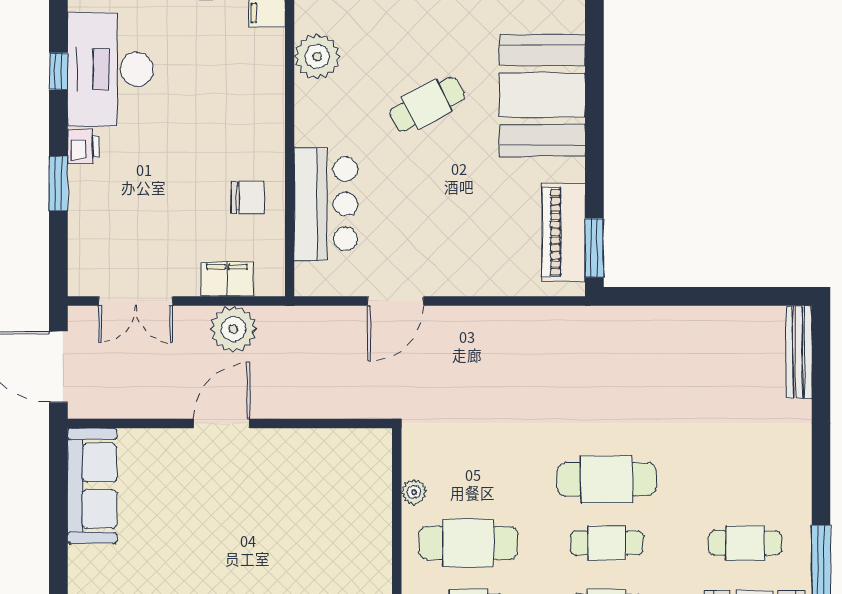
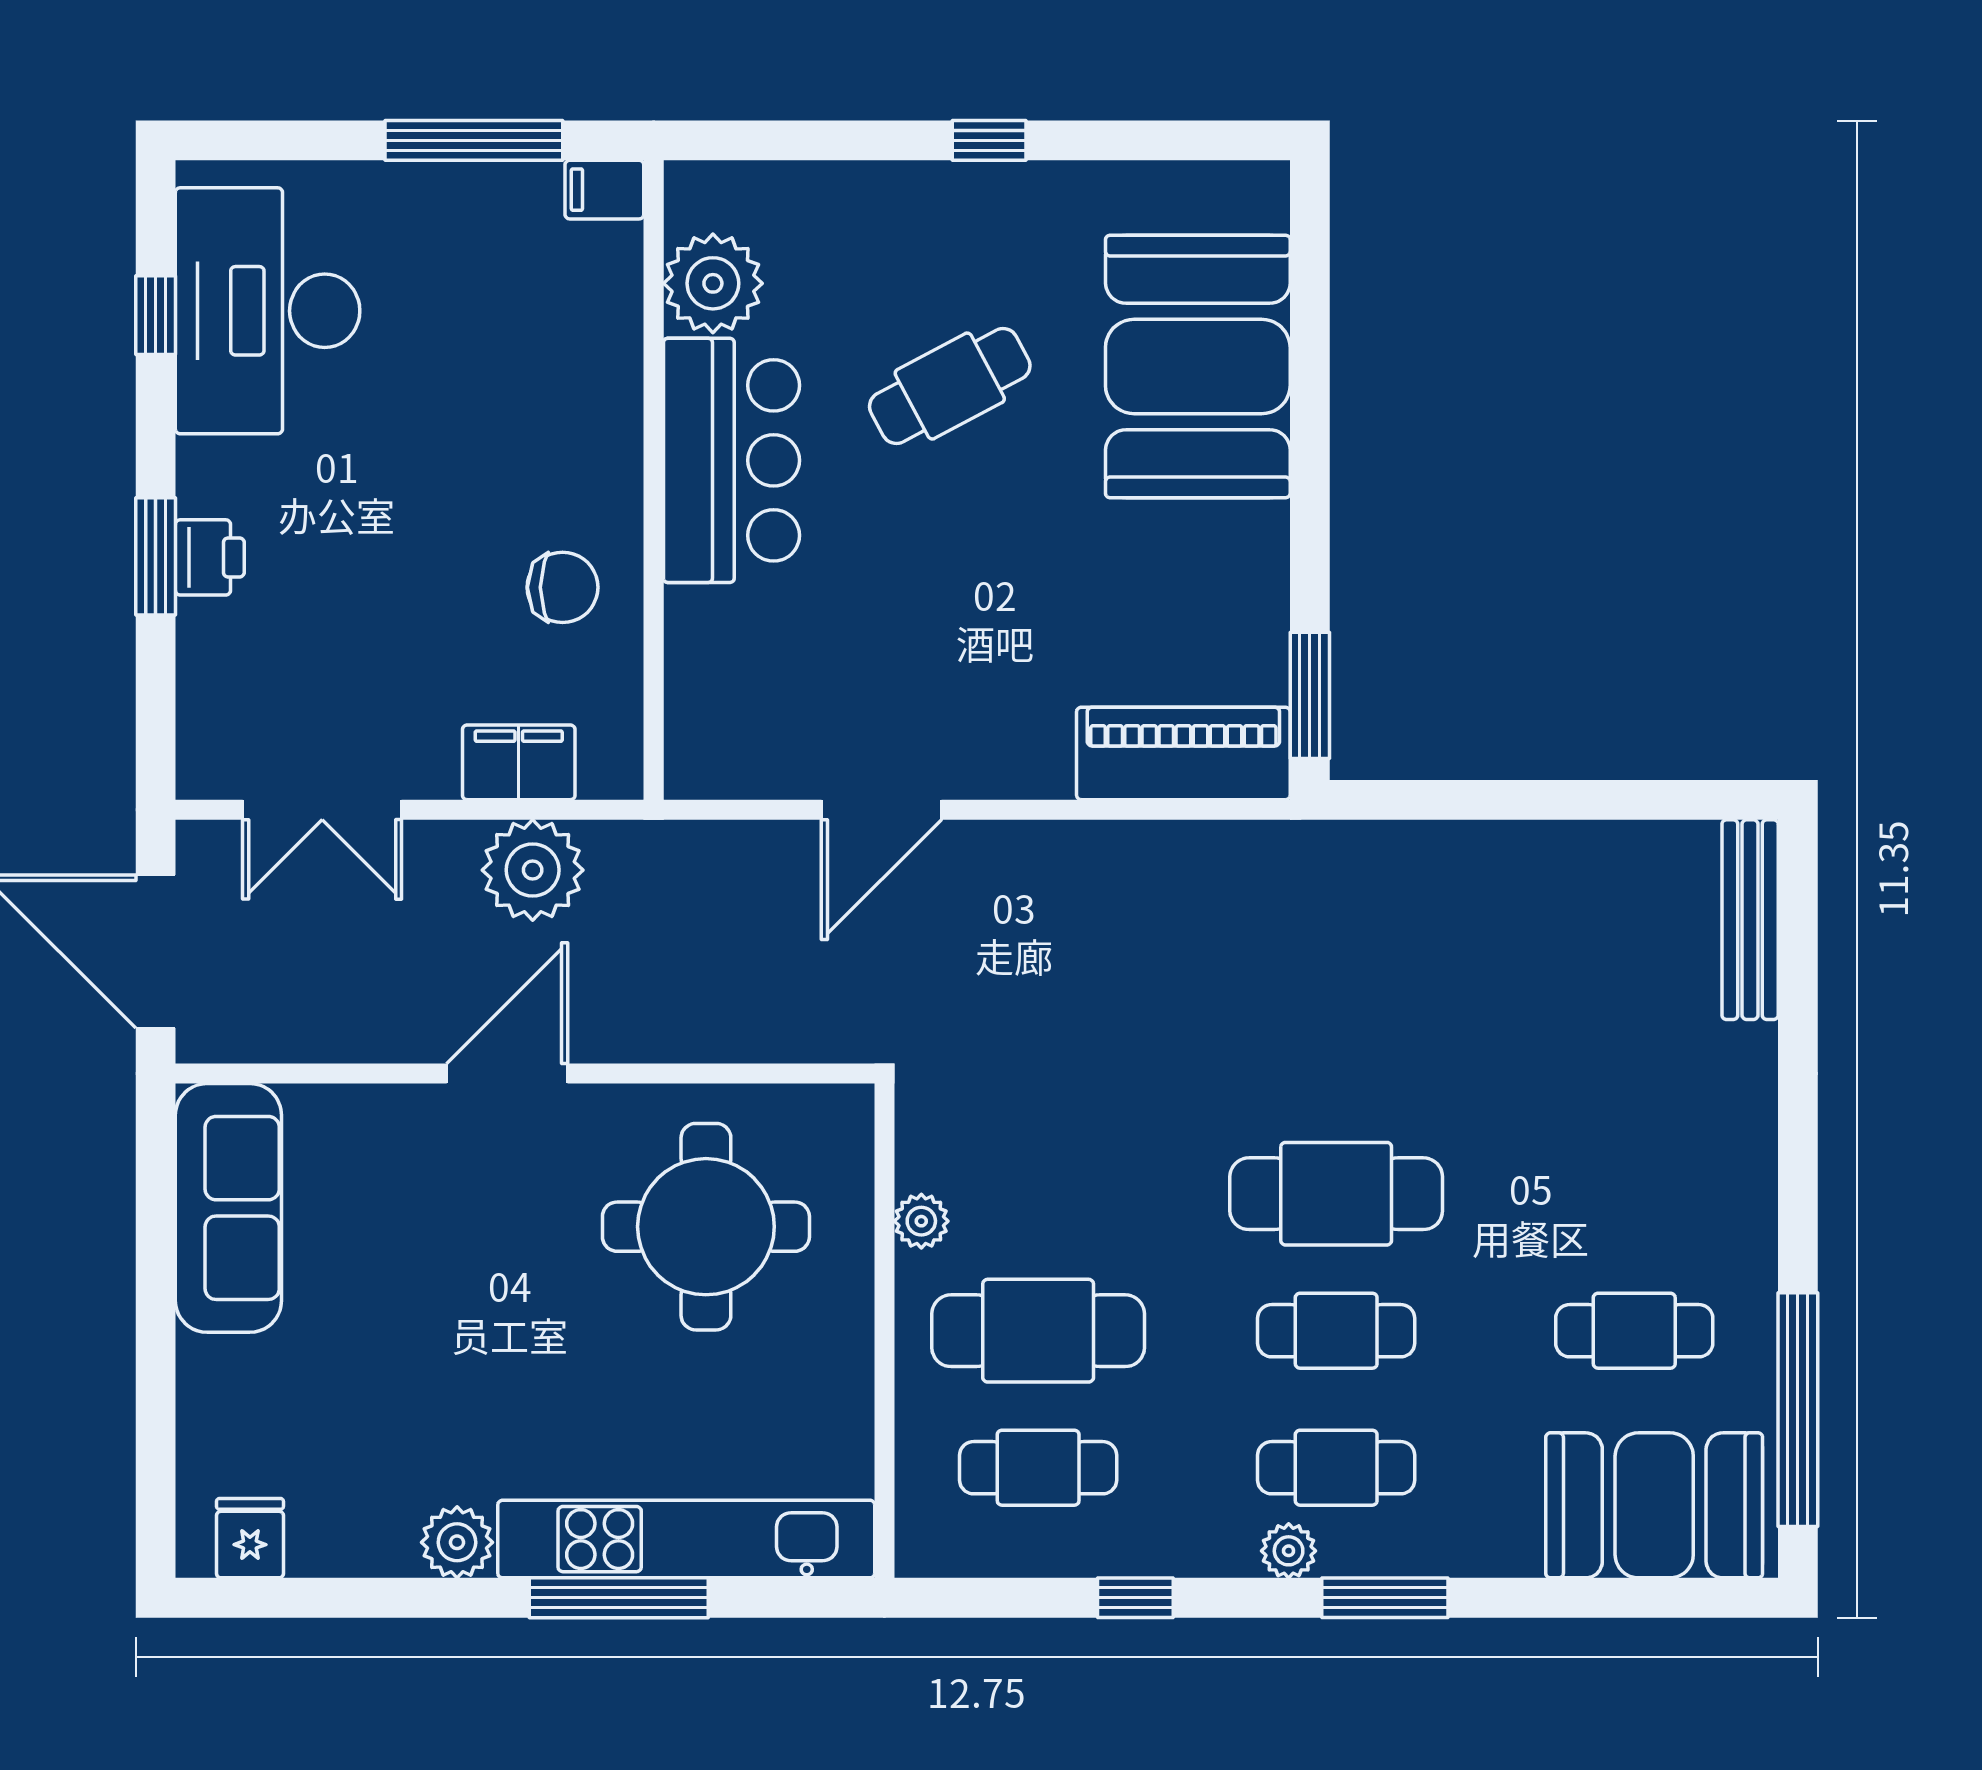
printer: (83, 146) -> (210, 557), moved
bar counter: (326, 204) -> (731, 460), moved
piano: (564, 232) -> (1183, 753), moved, turned 90
round table: (314, 495) -> (706, 1227), added

